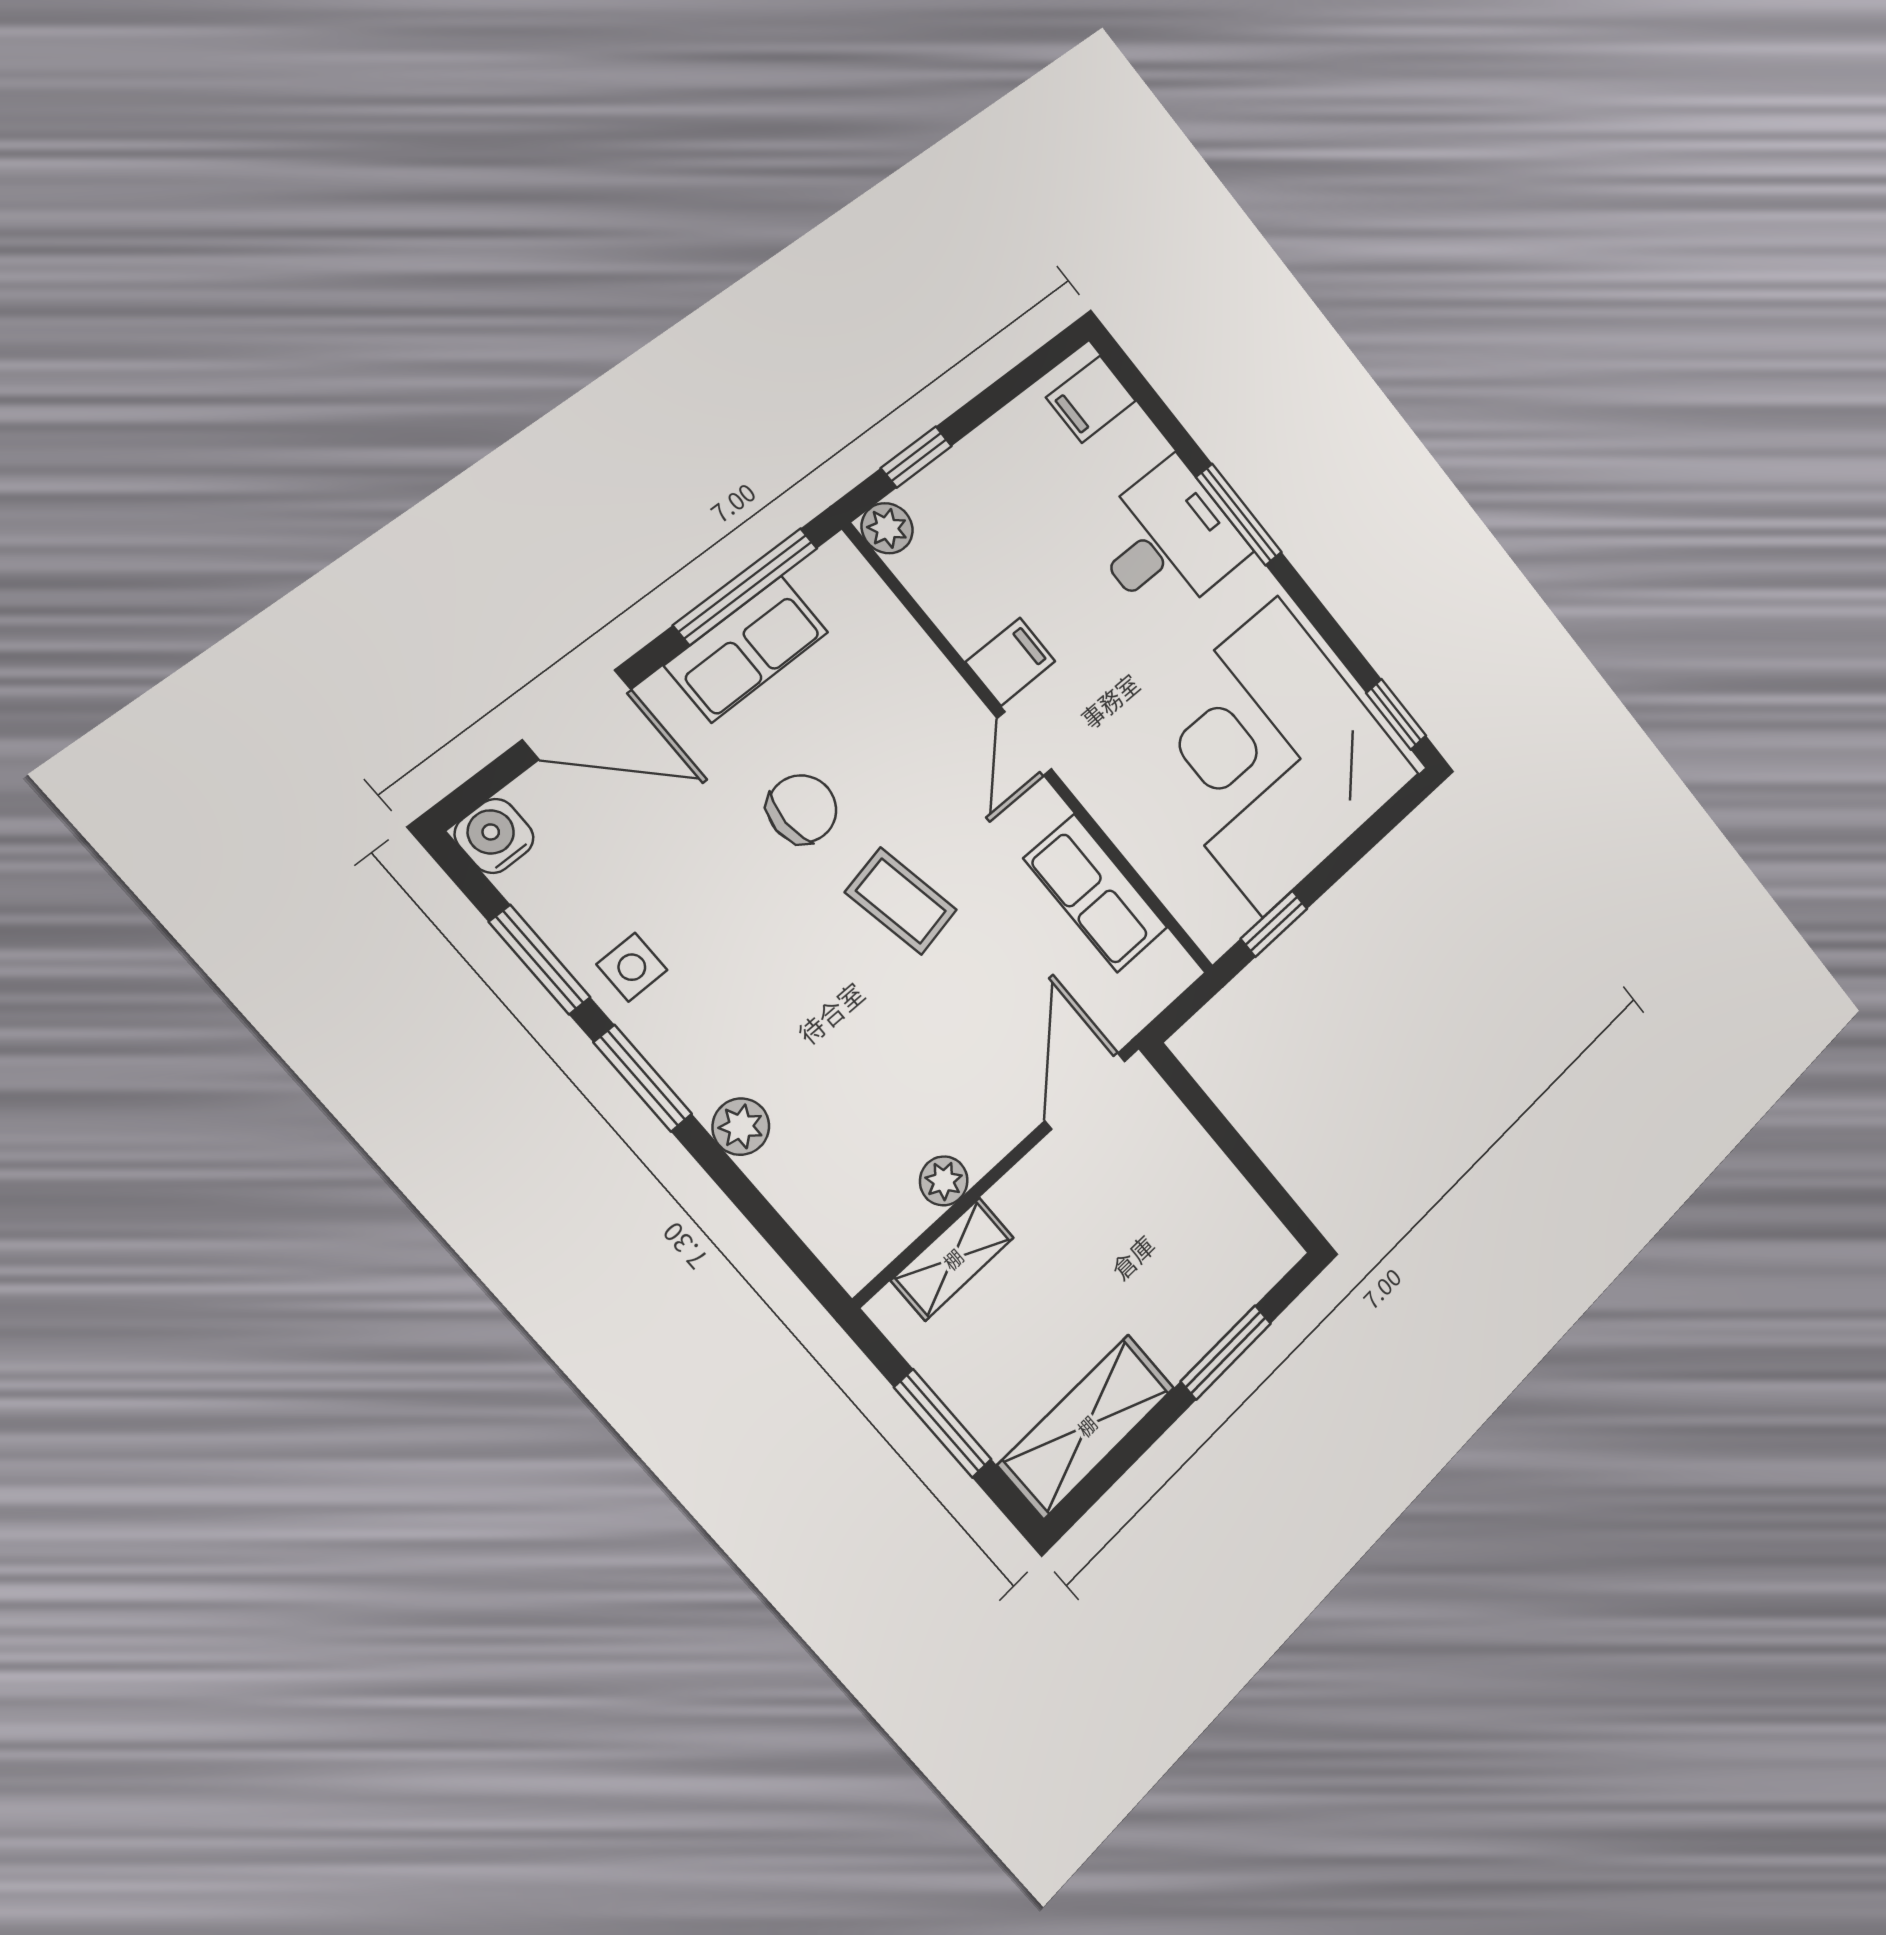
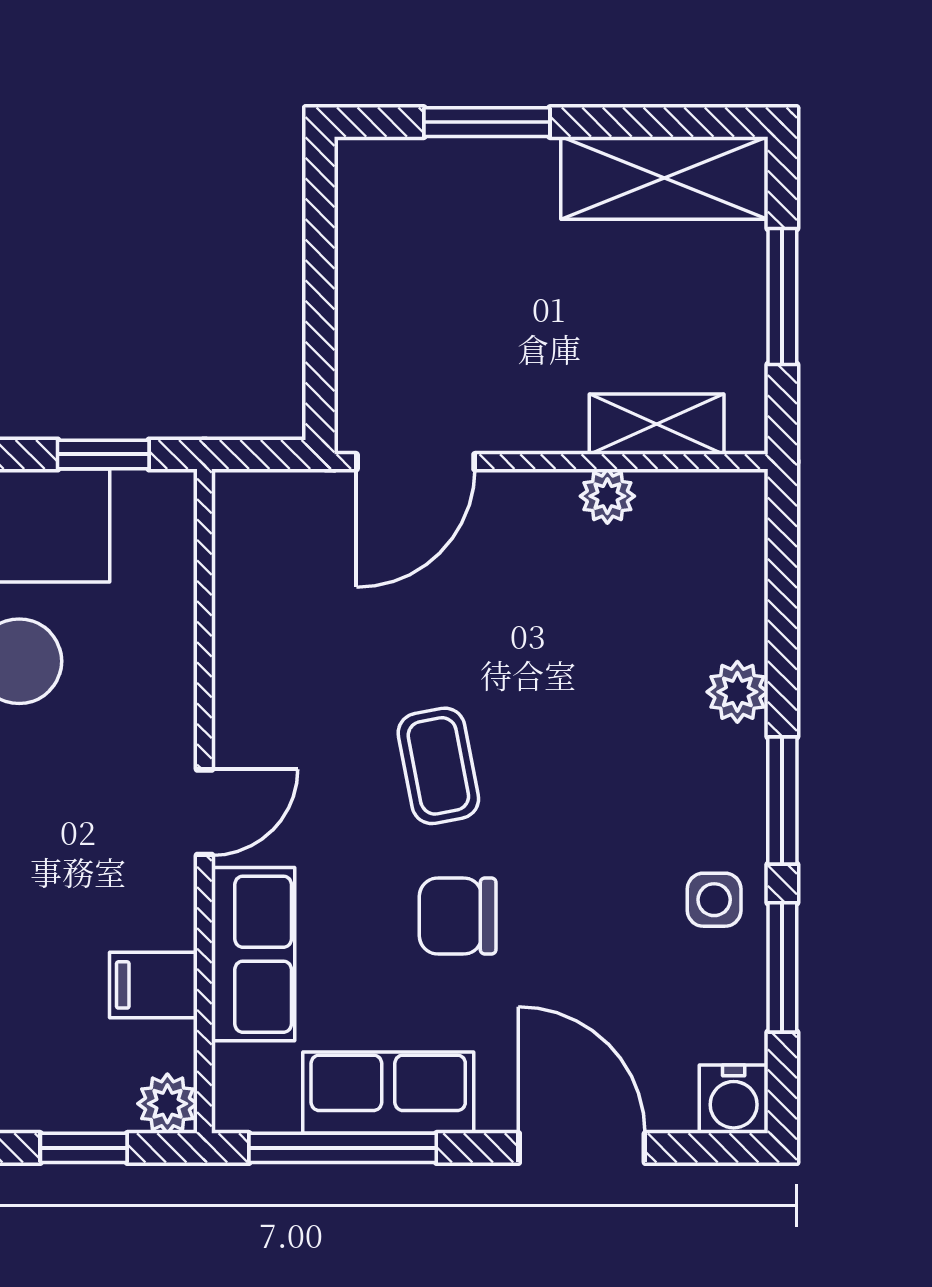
filing cabinet: (1010, 662) -> (153, 985), moved
row of seats: (1096, 893) -> (253, 954), moved

